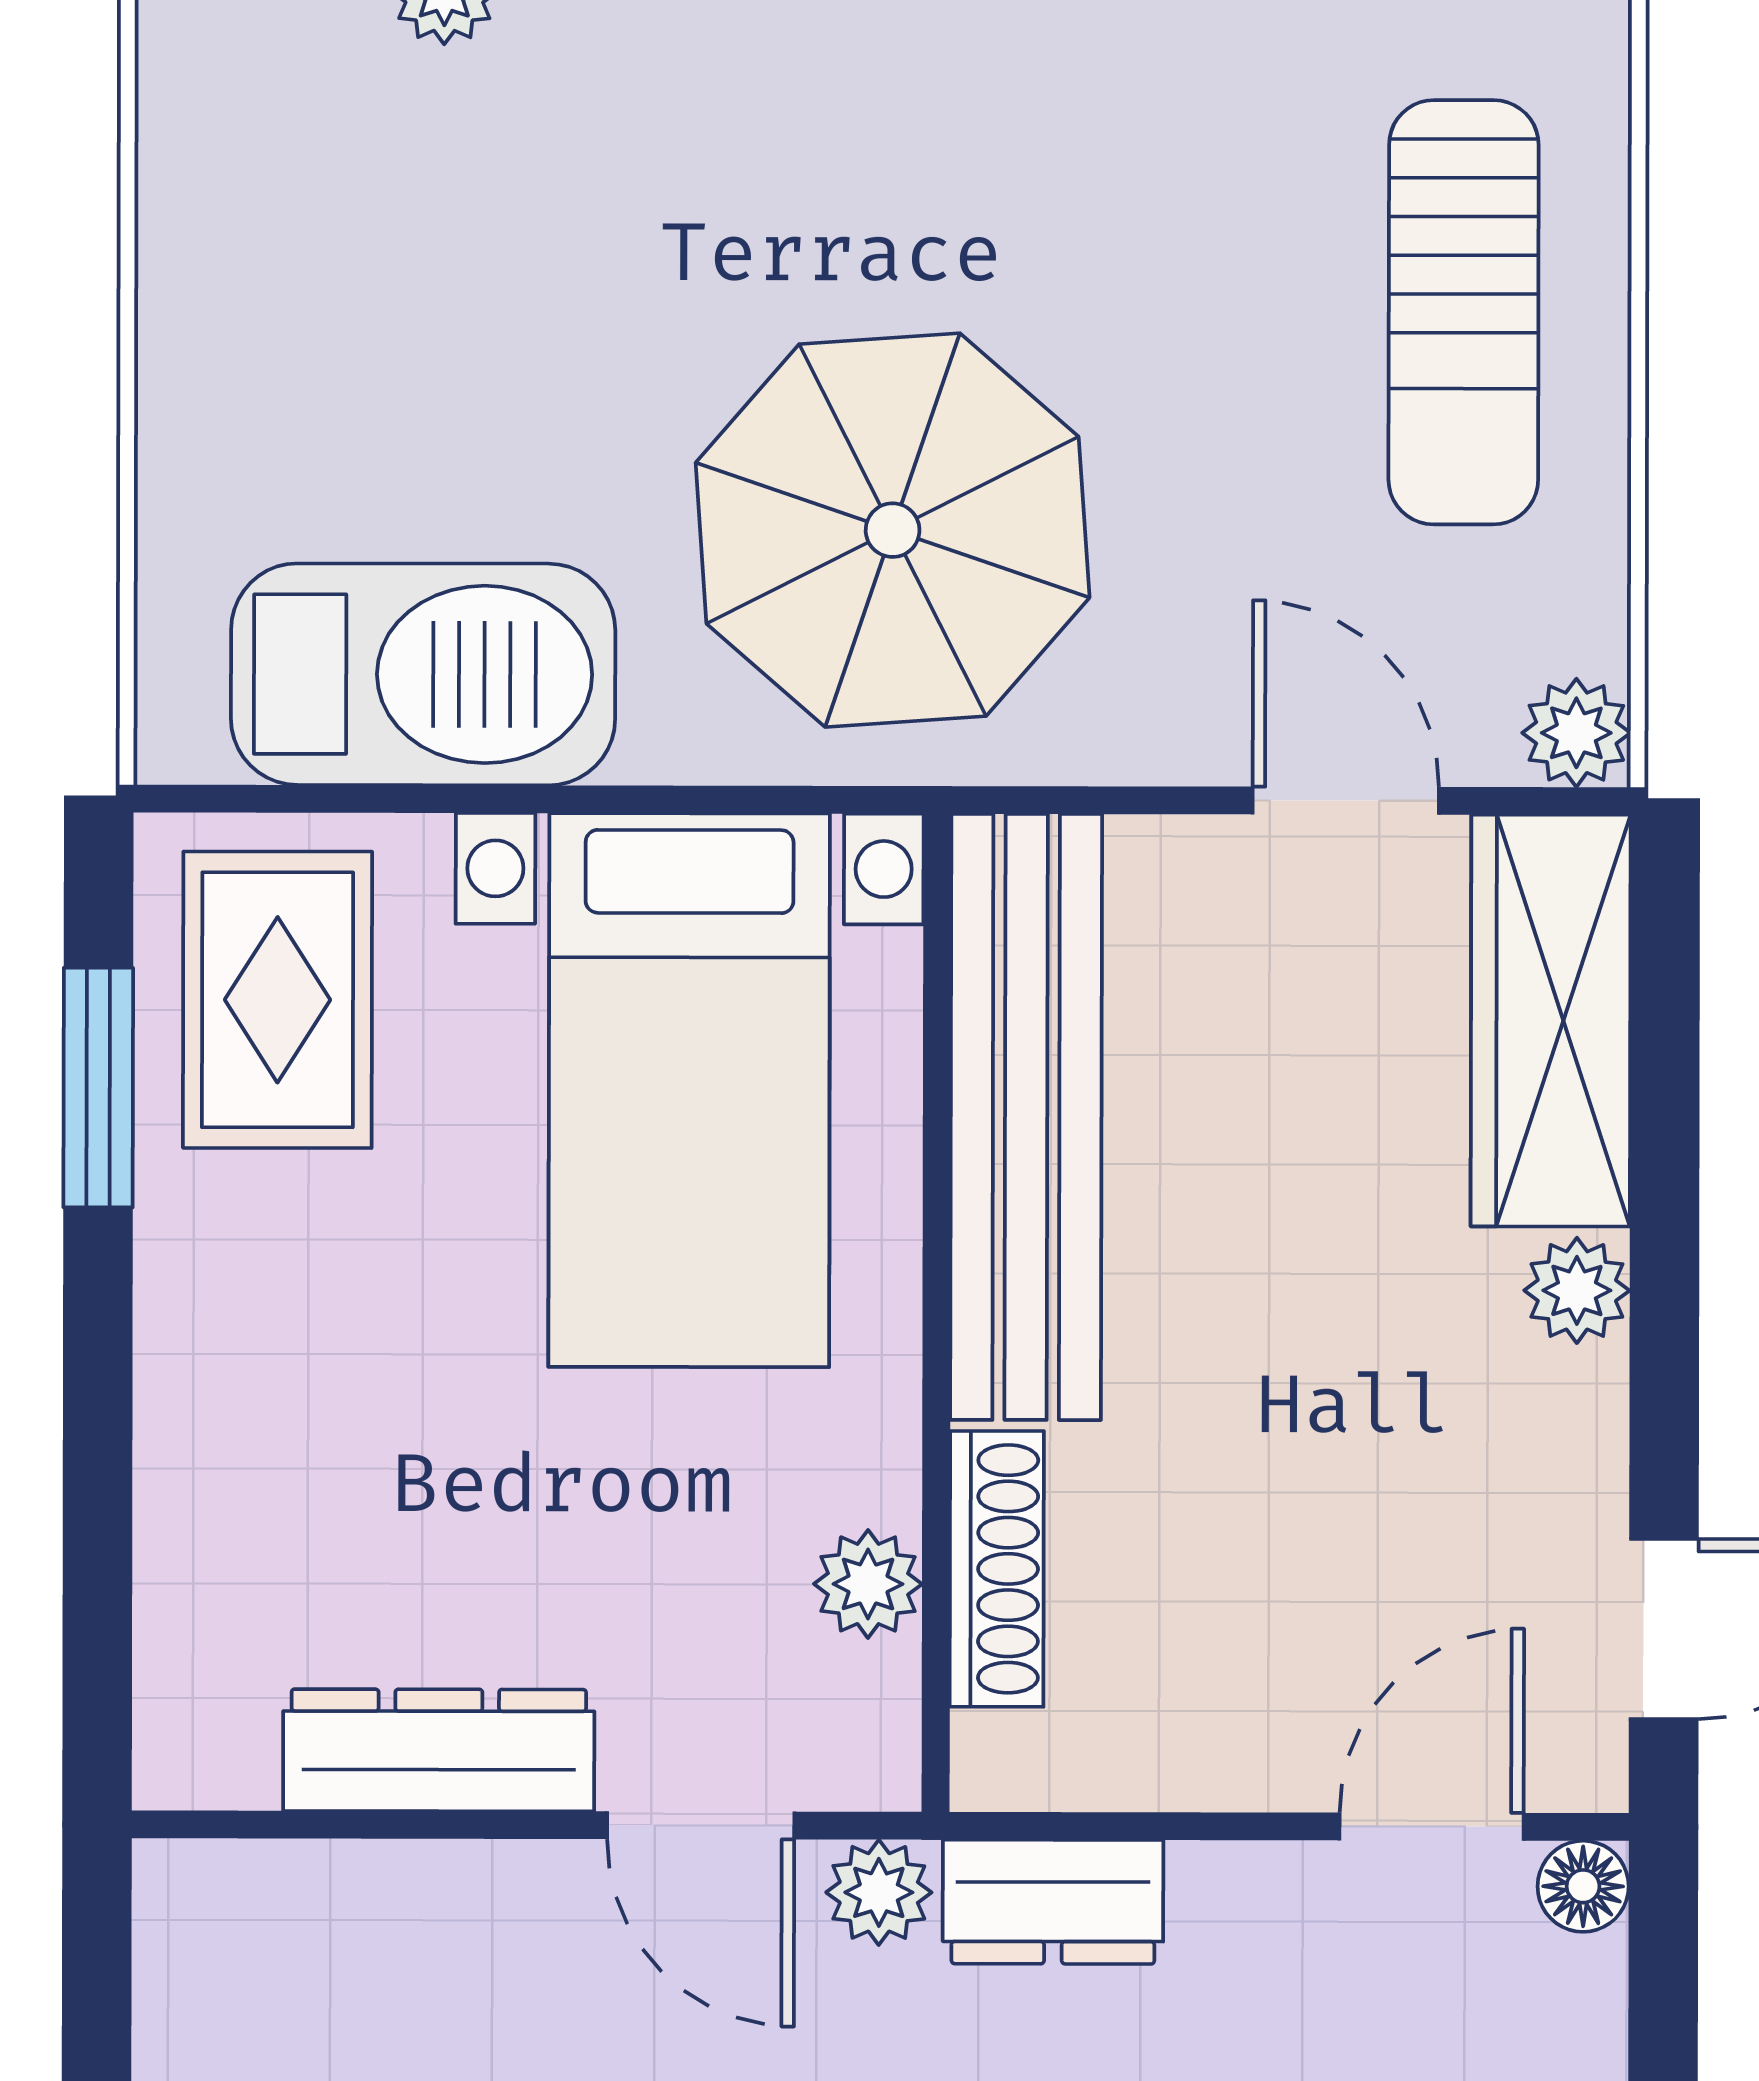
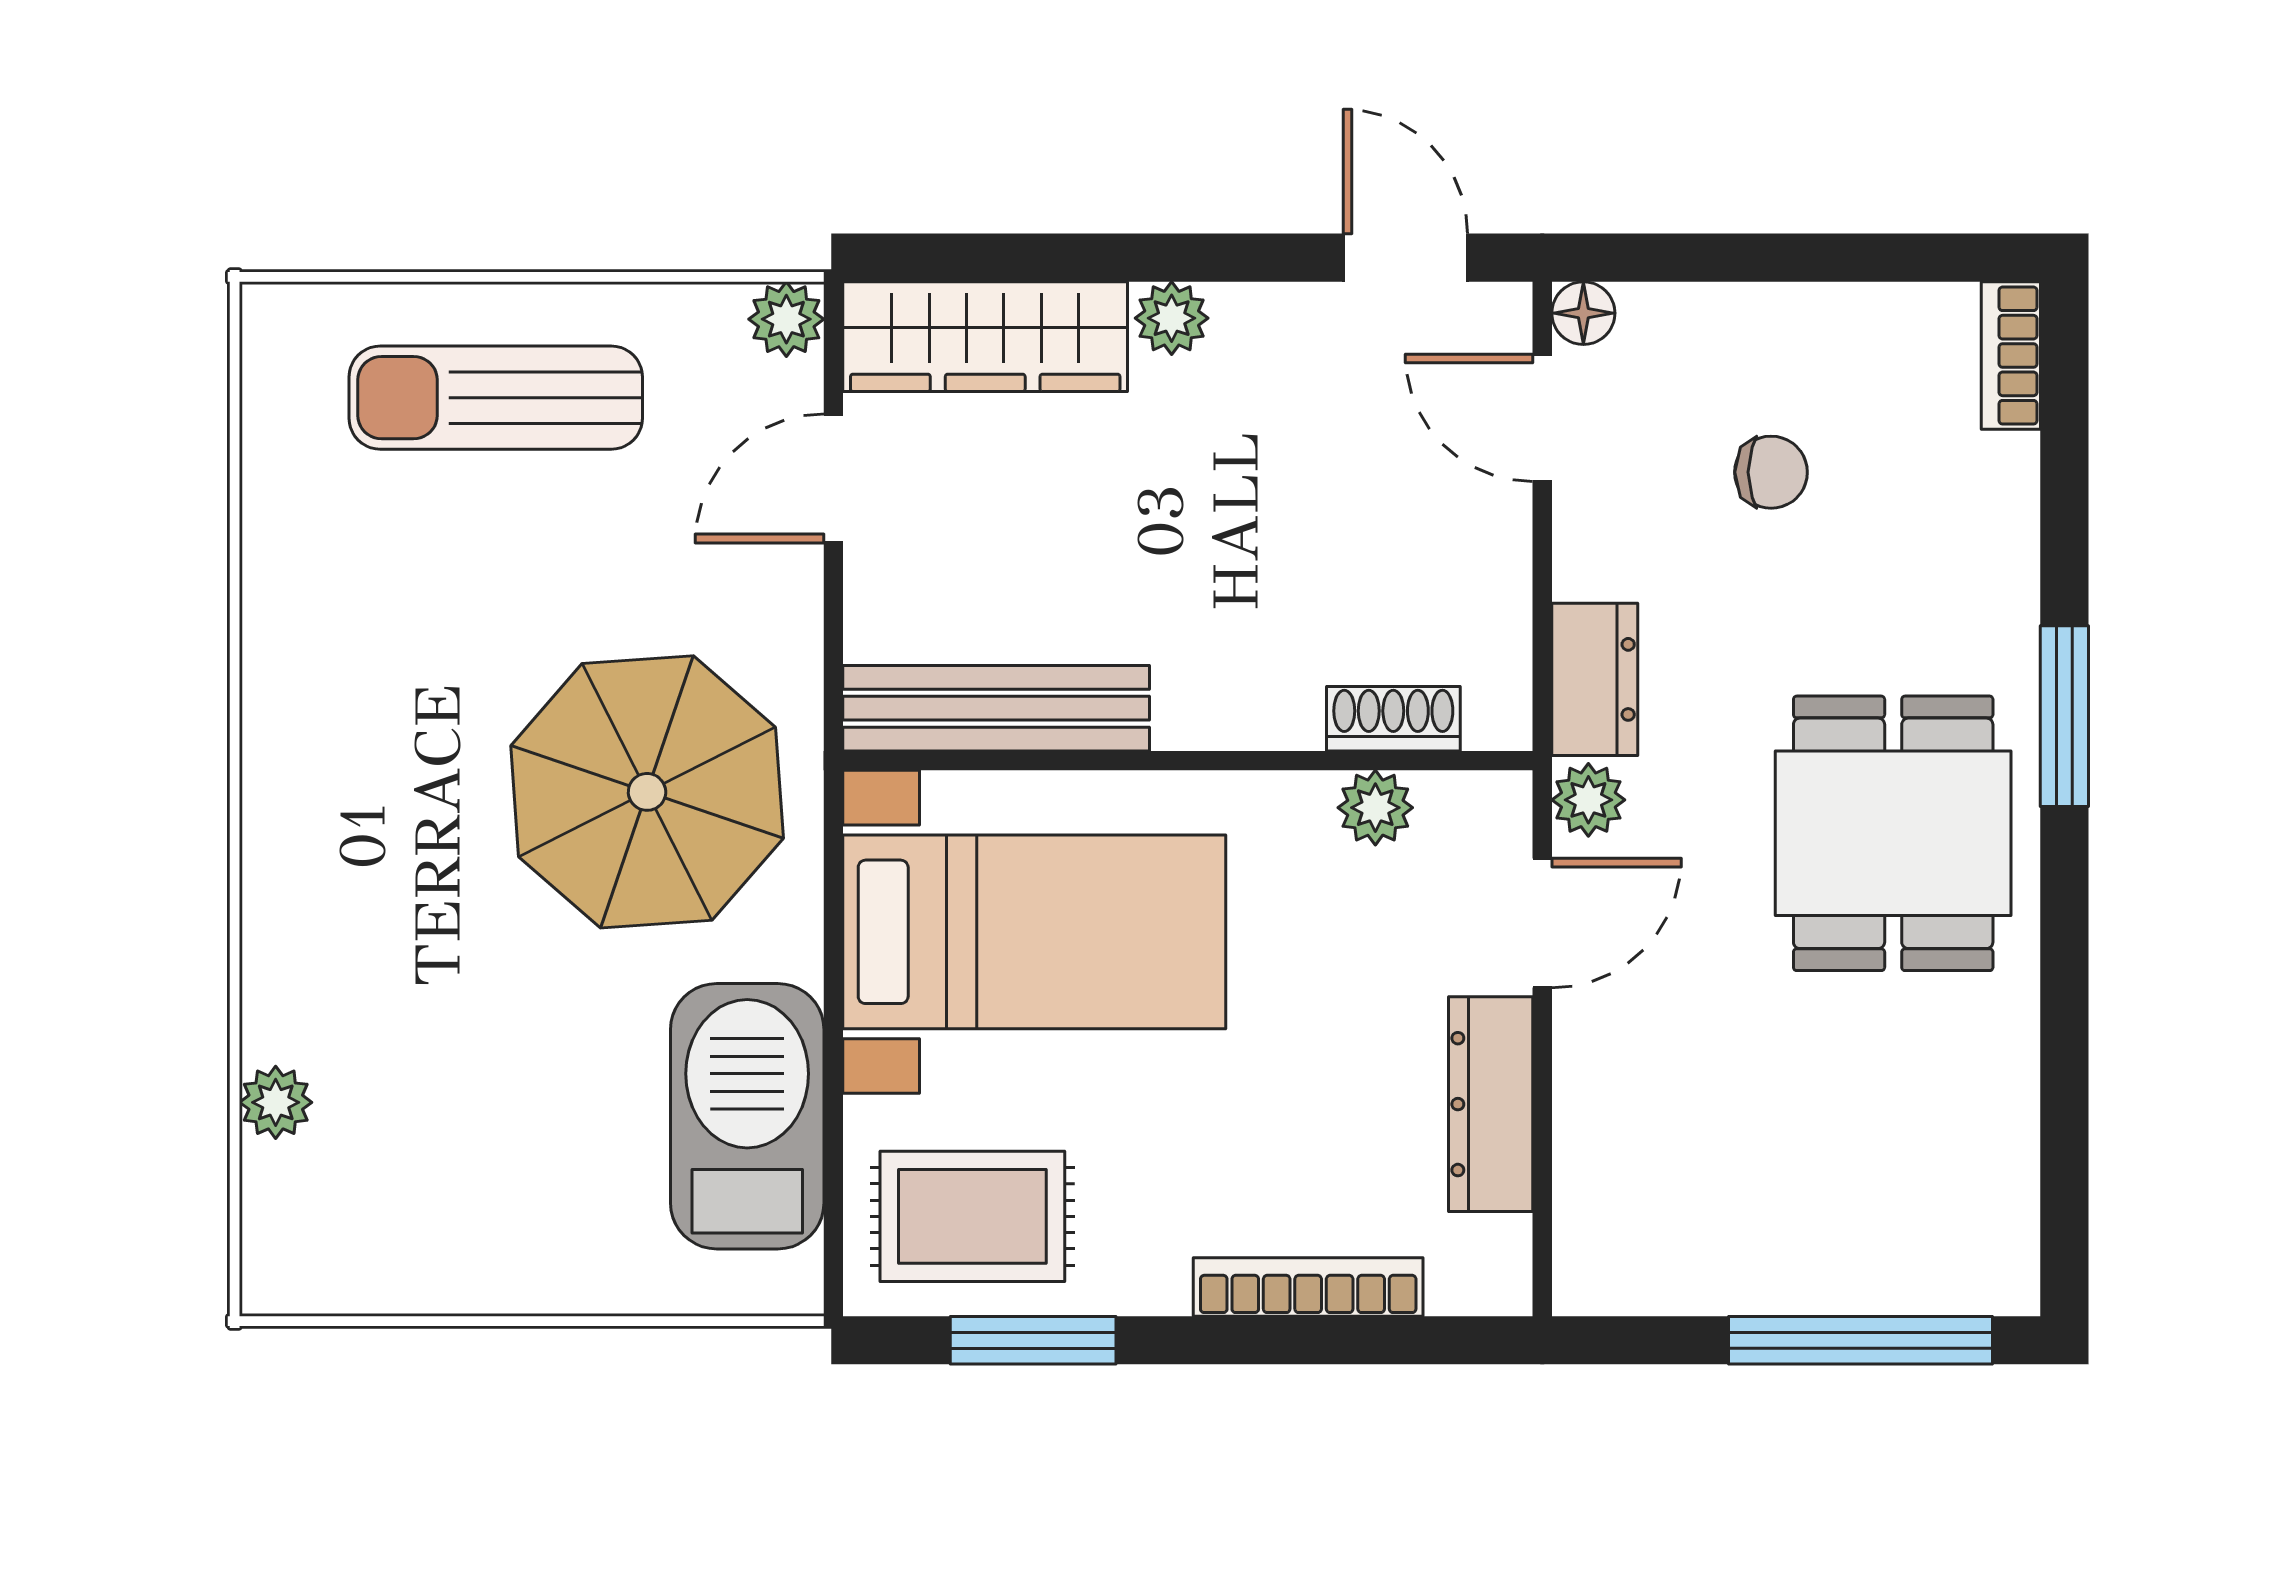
sun lounger: (1464, 312) -> (496, 398), turned 180
bench: (1026, 1117) -> (996, 708), width x0.73, depth x0.82
bookcase: (175, 1486) -> (1308, 1287), added
shoe rack: (997, 1569) -> (1393, 719), width x0.70

